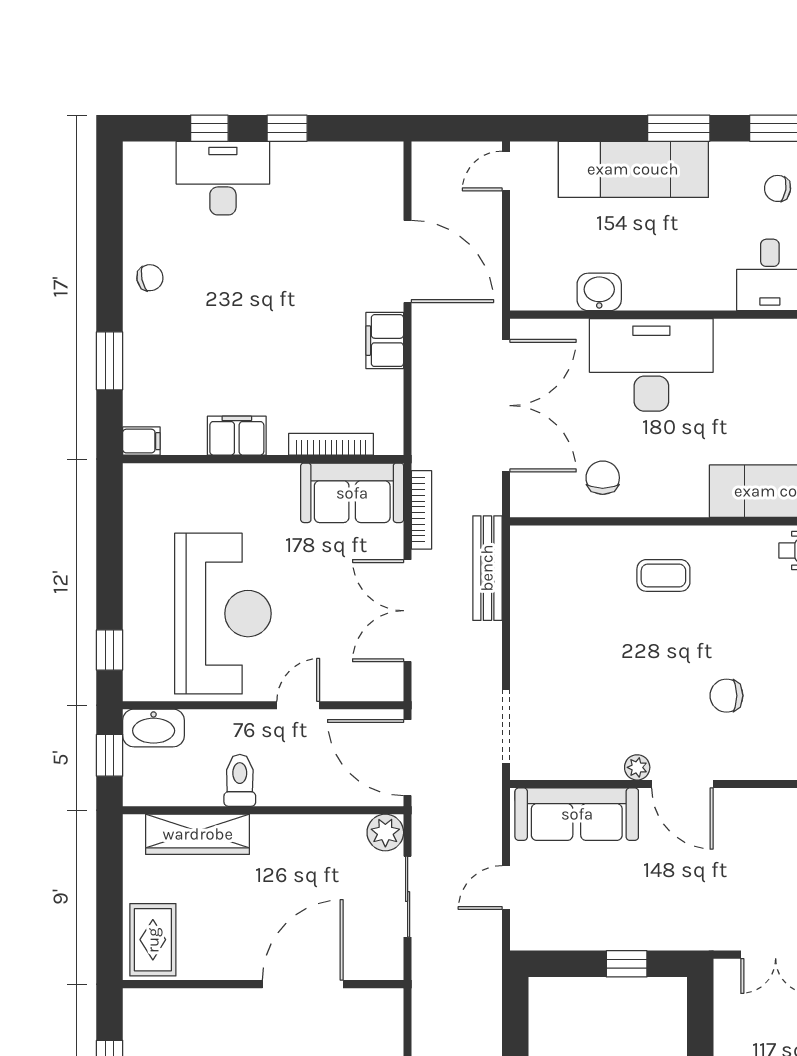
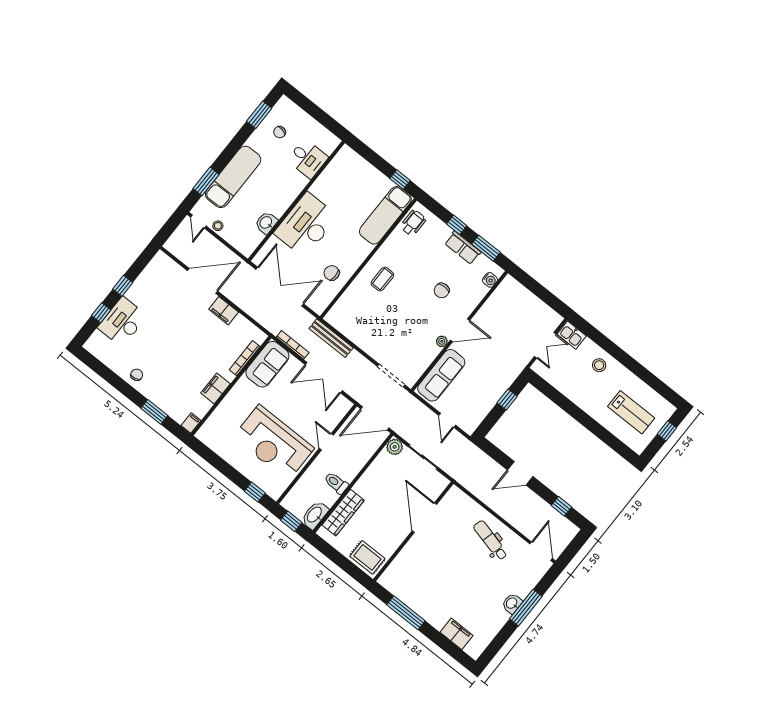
window: (679, 128) -> (206, 181), moved
stool: (526, 211) -> (218, 226), added
reception desk: (223, 614) -> (274, 443), turned 180
washbasin: (154, 728) -> (315, 515), moved, turned 180

